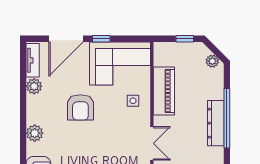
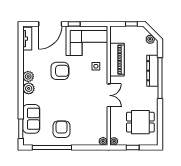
plant: (34, 86) -> (28, 76), moved
armchair: (80, 107) -> (60, 71), turned -90
dresser: (216, 123) -> (152, 71), moved

